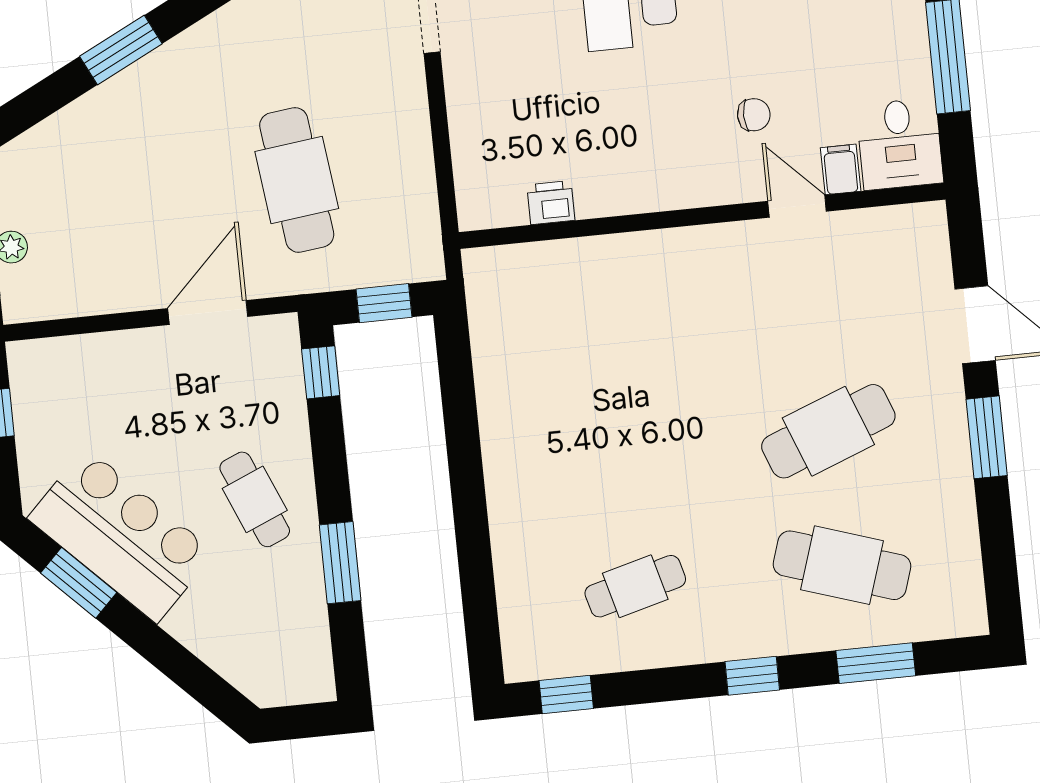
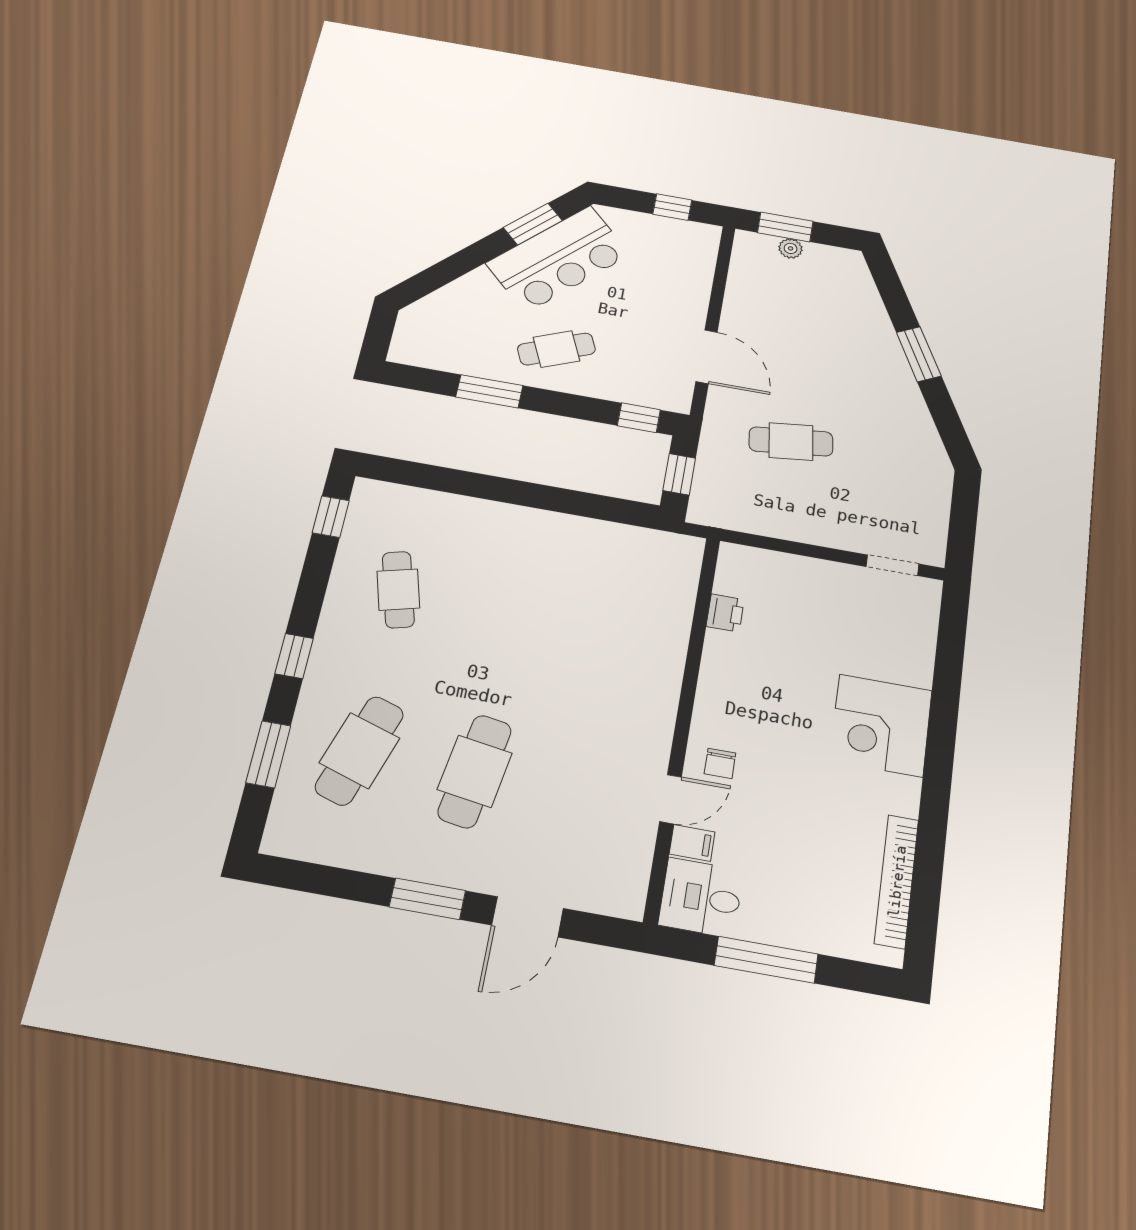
chair: (754, 115) -> (720, 763), moved
cafe table: (297, 180) -> (791, 442), width x0.73, depth x0.74
cafe table: (828, 431) -> (475, 771), turned 30

